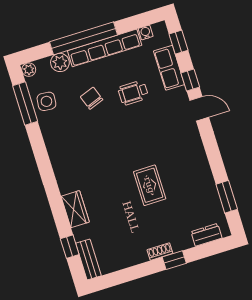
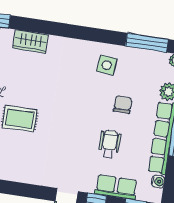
chair: (92, 98) -> (123, 104), turned -70
side table: (46, 101) -> (107, 65), moved

